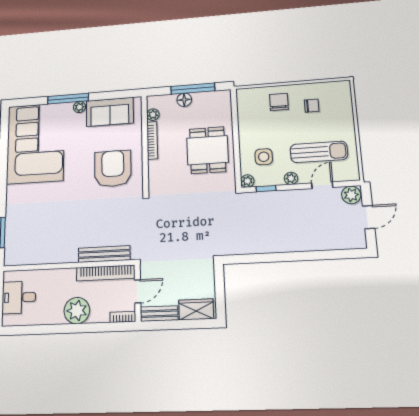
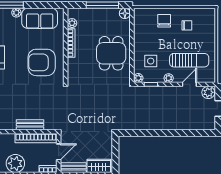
floor lamp: (184, 100) -> (125, 13), moved
armchair: (113, 169) -> (42, 62), turned -90
bench: (104, 254) -> (30, 125), width x0.73

